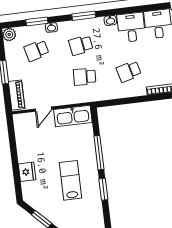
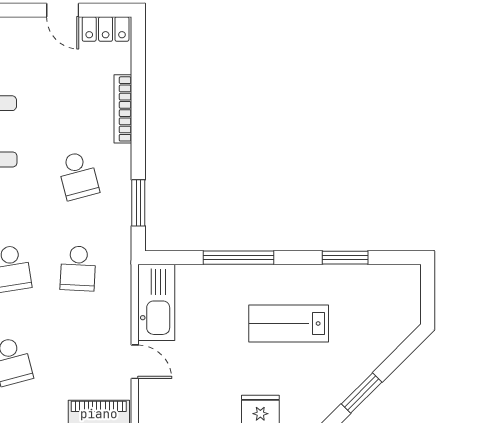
window: (119, 102) -> (138, 203), added
window: (103, 189) -> (345, 258), moved

